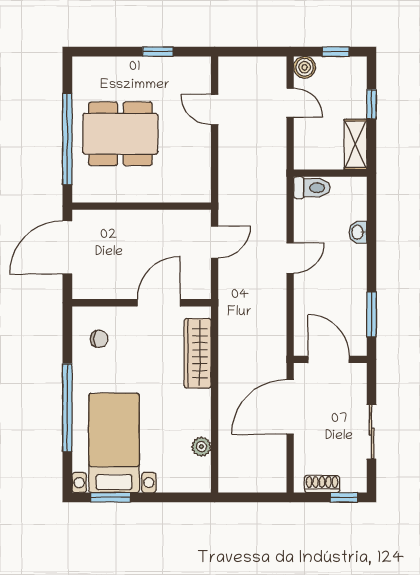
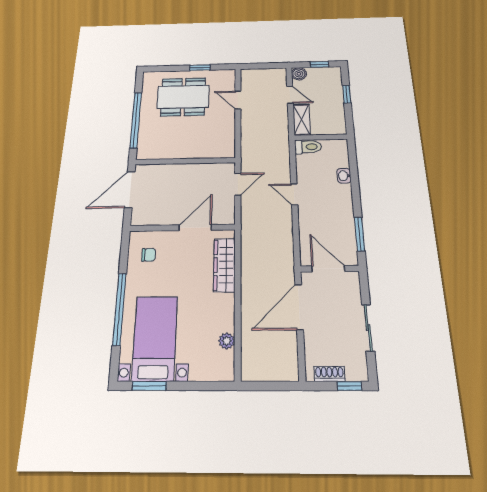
dining table: (120, 134) -> (183, 97), moved
shelving: (355, 144) -> (302, 120), moved
door: (290, 258) -> (294, 194), swing flipped

